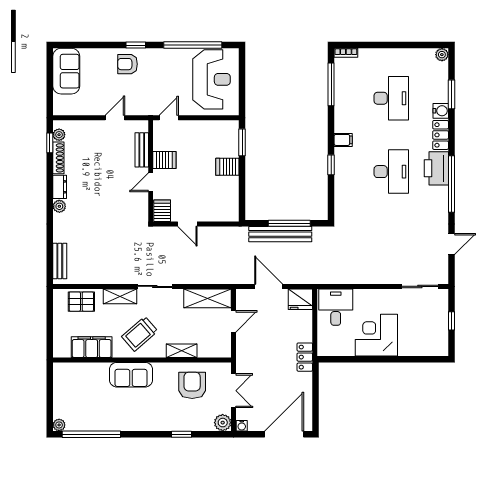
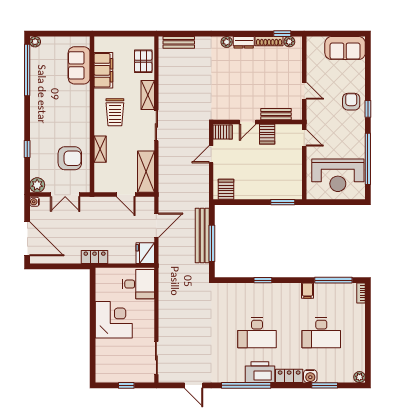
filing cabinet: (343, 140) -> (307, 291), moved
server rack: (227, 167) -> (226, 189), moved
door: (151, 182) -> (248, 122), swing flipped
trolley: (140, 334) -> (115, 112), turned -139
sofa: (131, 375) -> (79, 65), moved

